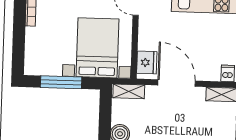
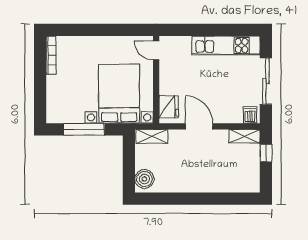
door: (177, 83) -> (199, 126), width x0.73

